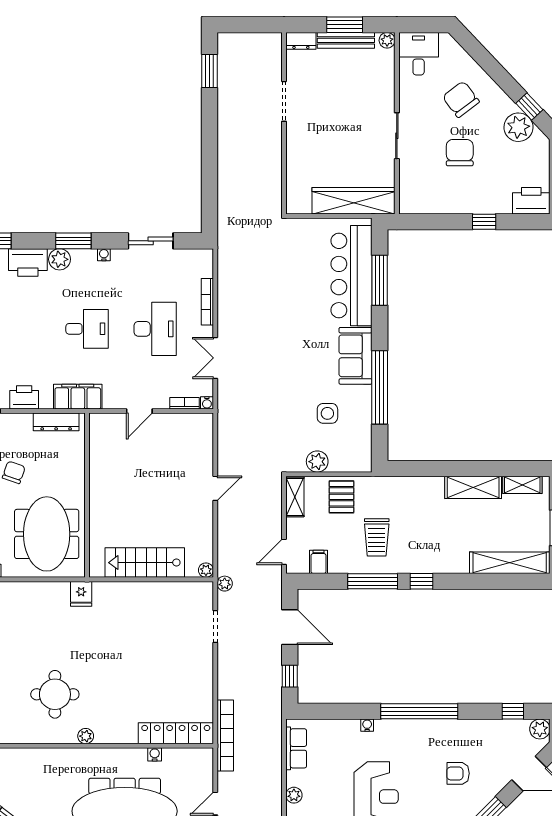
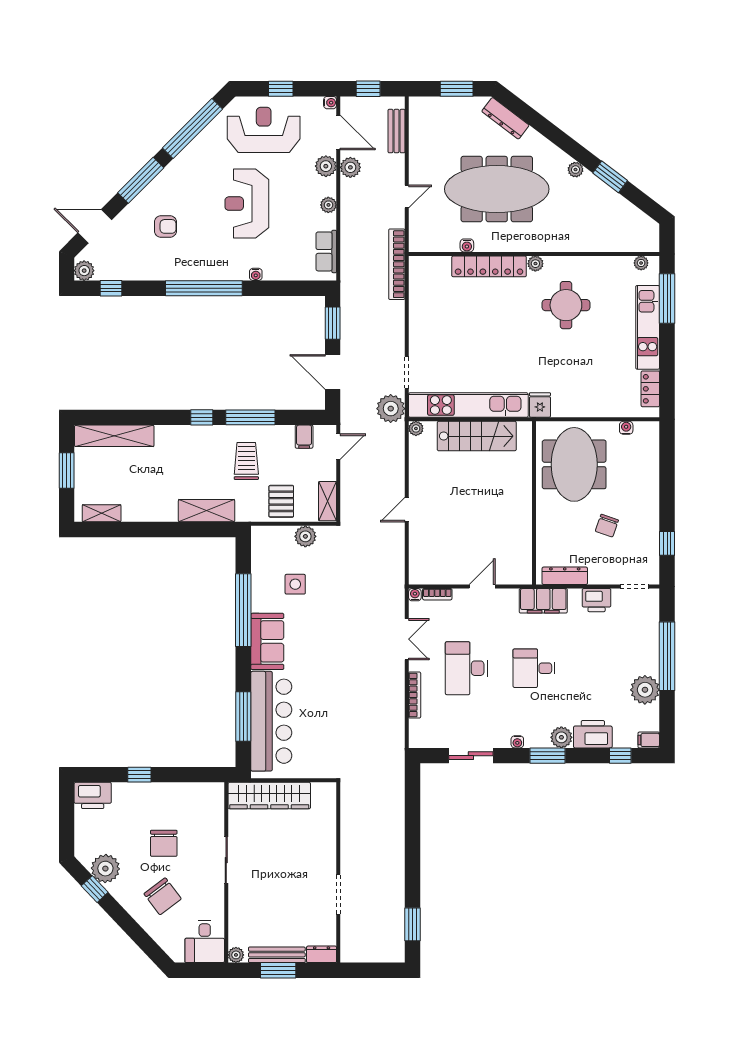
shelving: (473, 487) -> (207, 511), moved
plant: (225, 584) -> (391, 409), width x1.88, depth x1.88
kitchen unit: (153, 594) -> (468, 405), added
window: (290, 676) -> (333, 323), width x1.50
locker: (176, 733) -> (489, 266), moved

